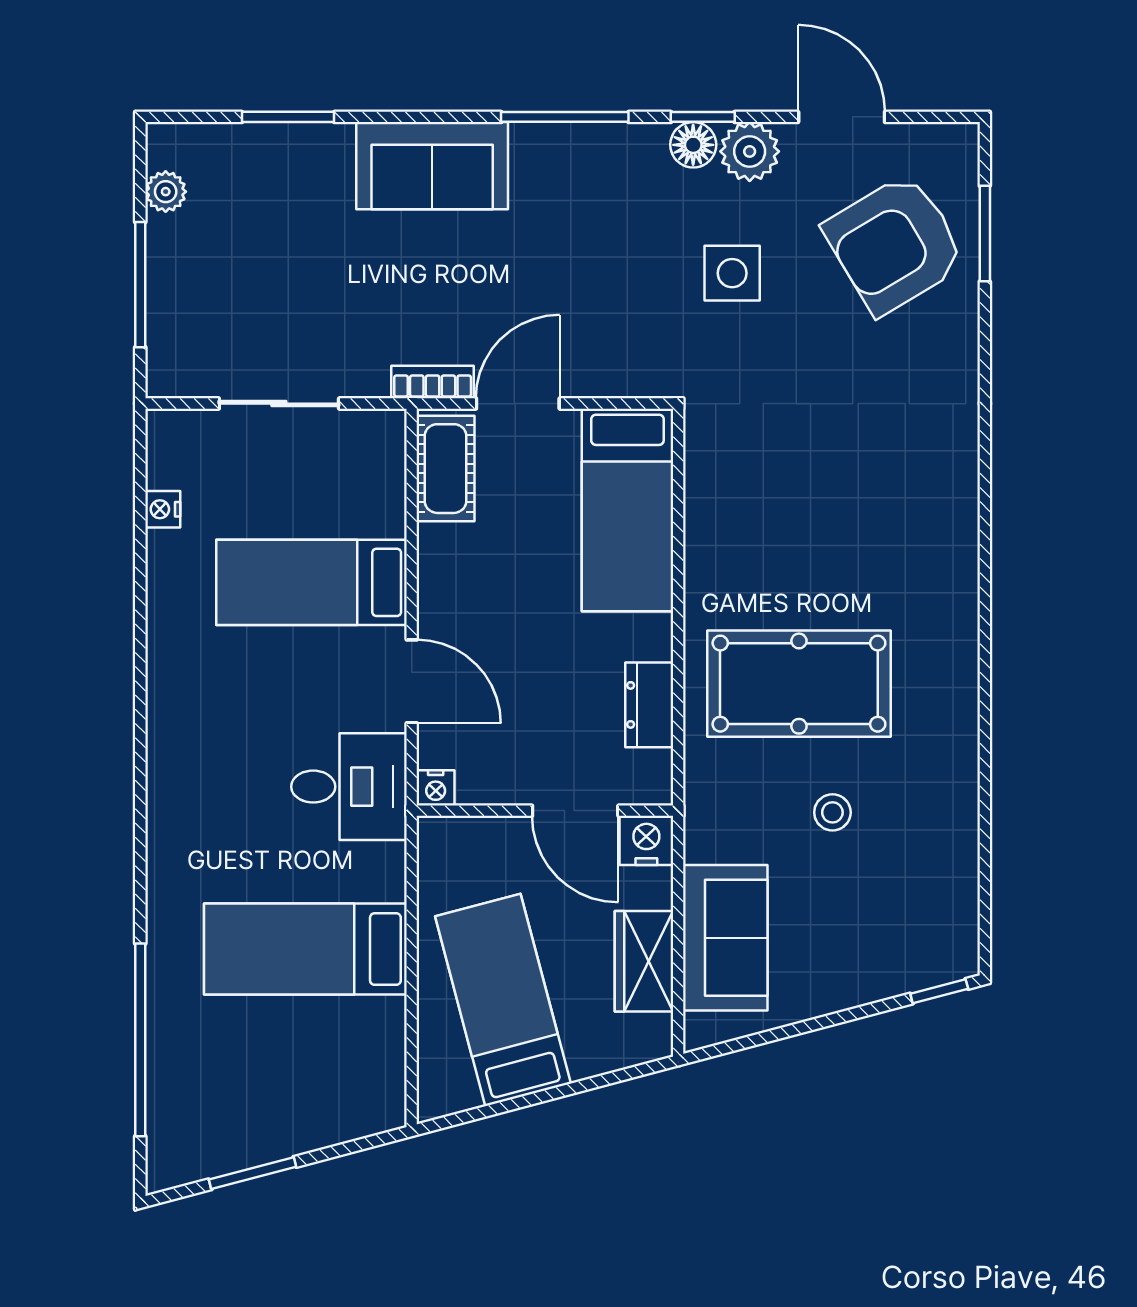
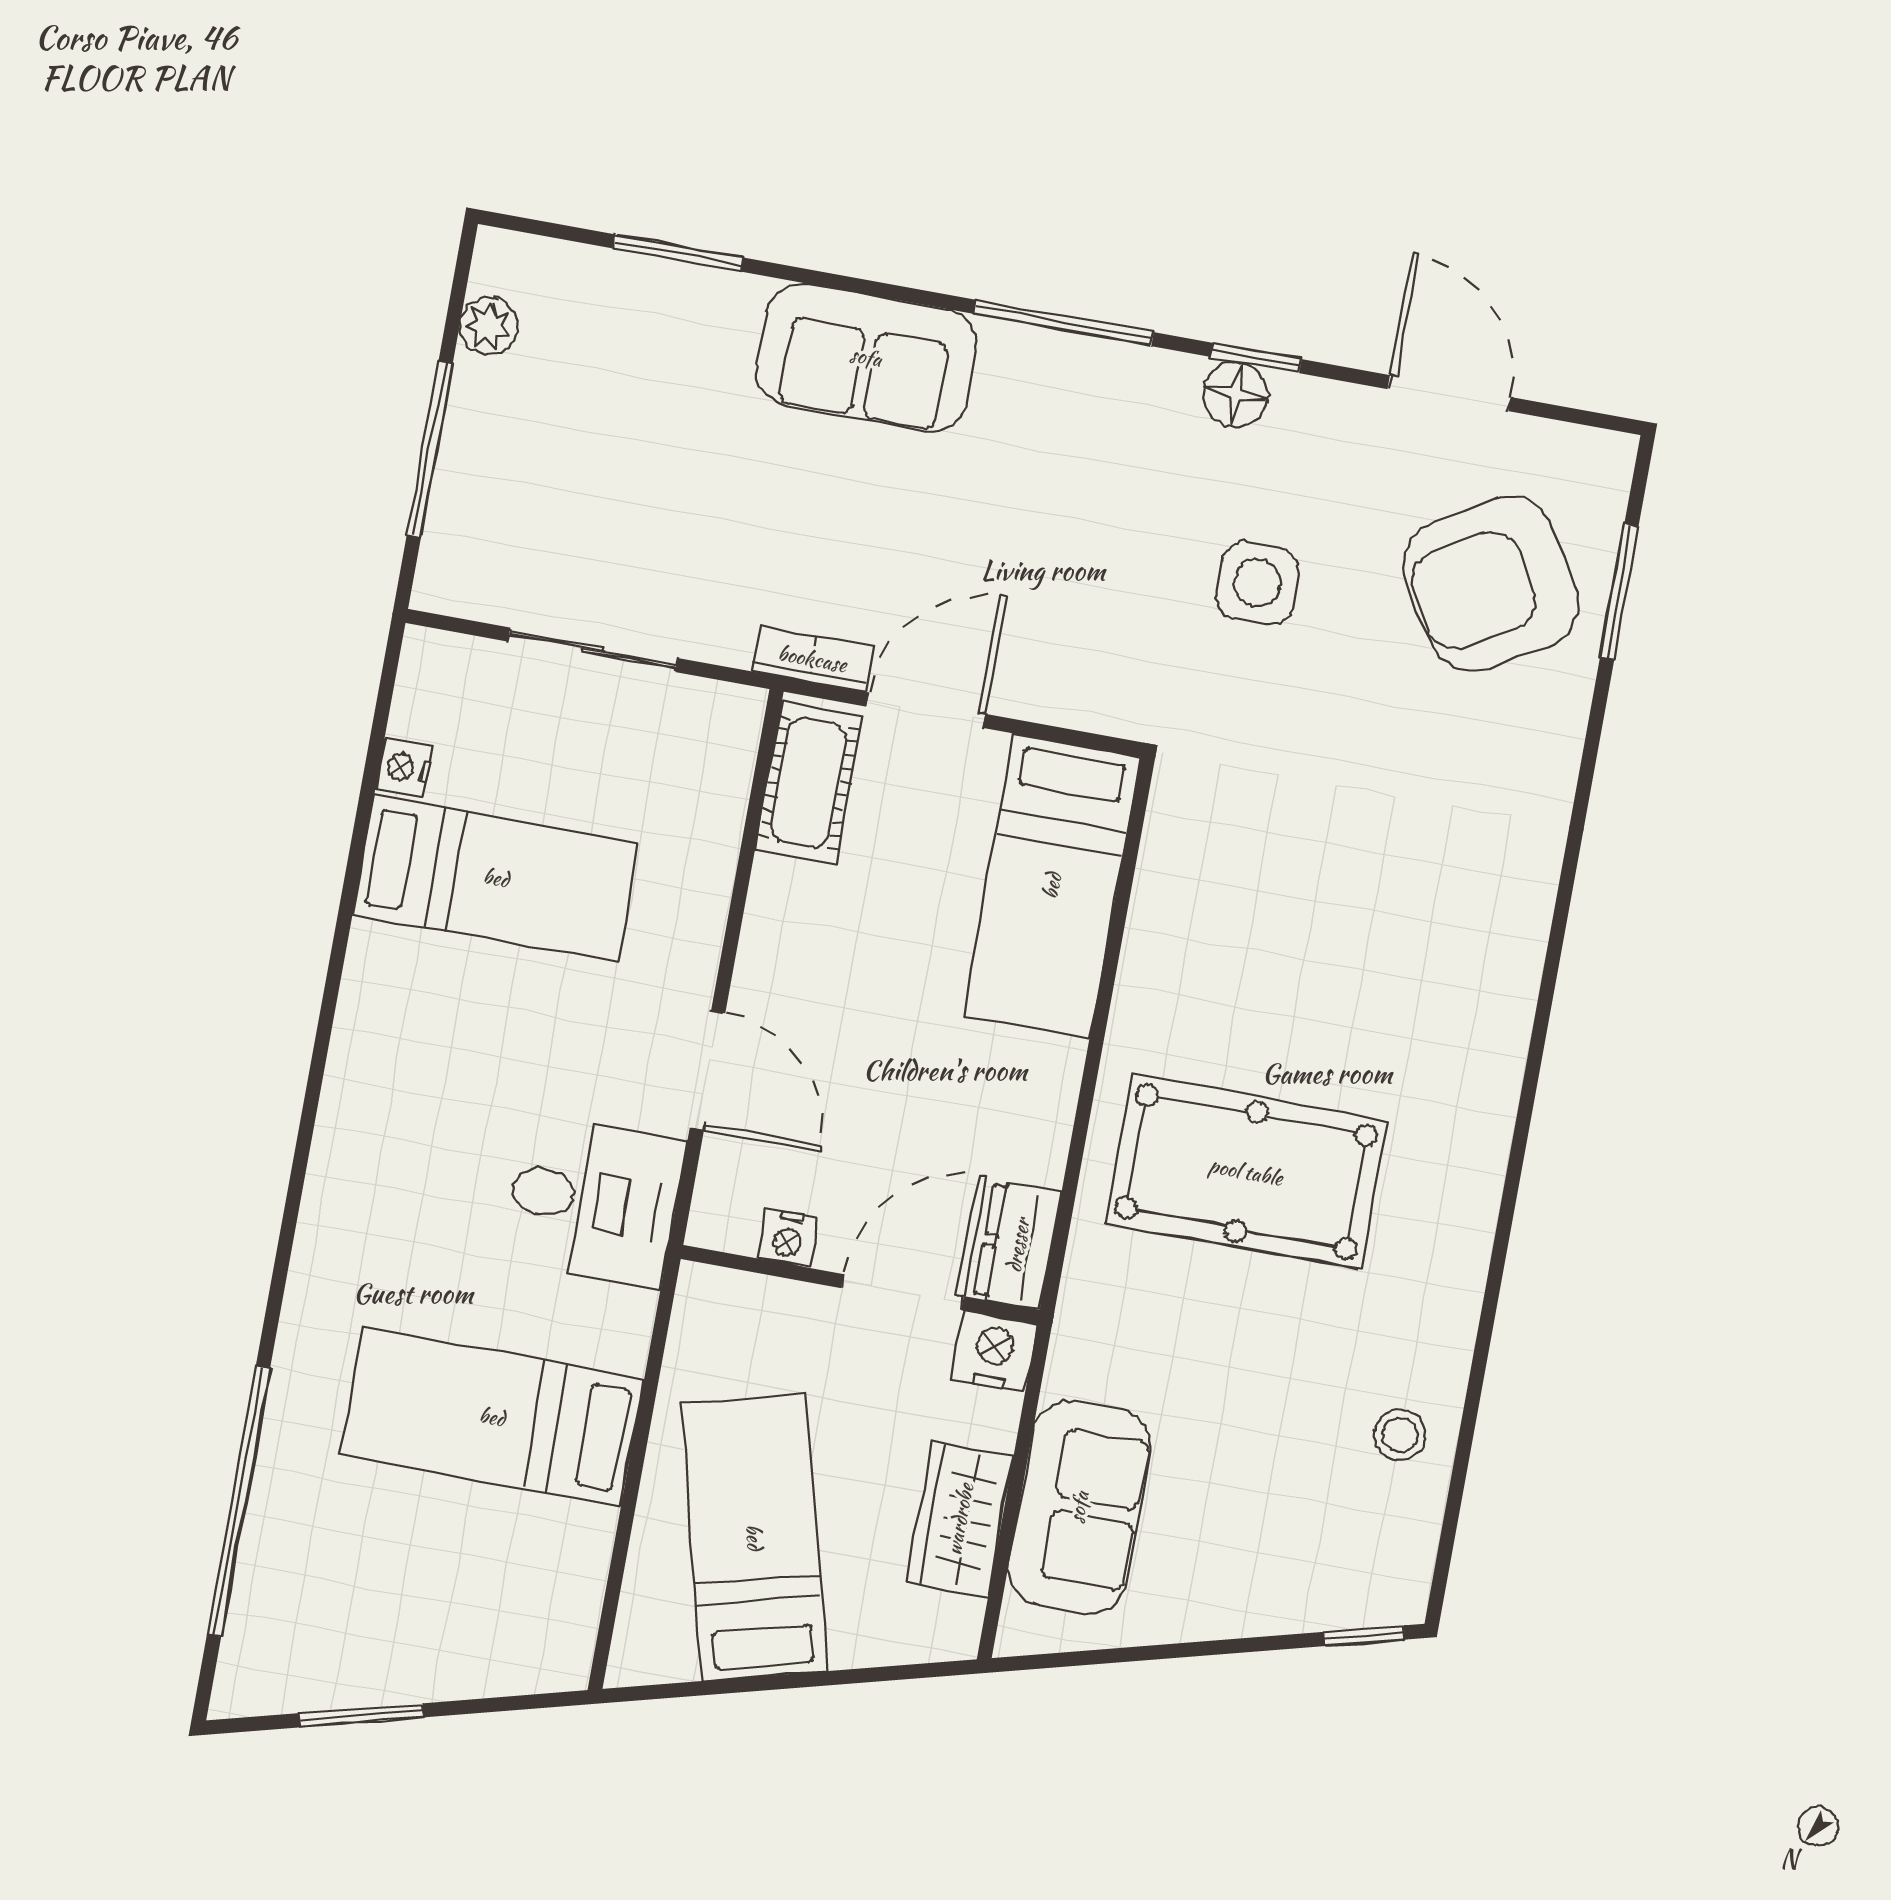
plant: (750, 151) -> (1312, 418), removed
bed: (311, 582) -> (496, 878), moved, turned 180
dresser: (649, 705) -> (1018, 1245), moved
nightstand: (436, 788) -> (788, 1238), moved
door: (575, 811) -> (902, 1292), swing flipped
stool: (832, 812) -> (1400, 1435), moved

